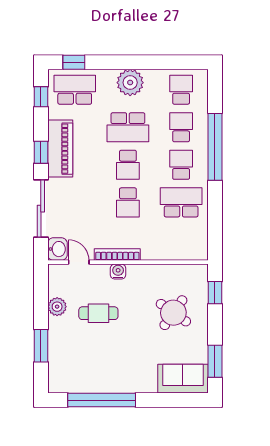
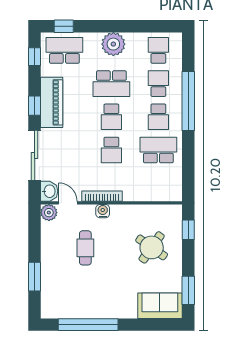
school desk: (181, 165) -> (158, 117), turned 180
plant: (57, 307) -> (49, 213), moved
cafe table: (98, 313) -> (85, 248), turned 90

